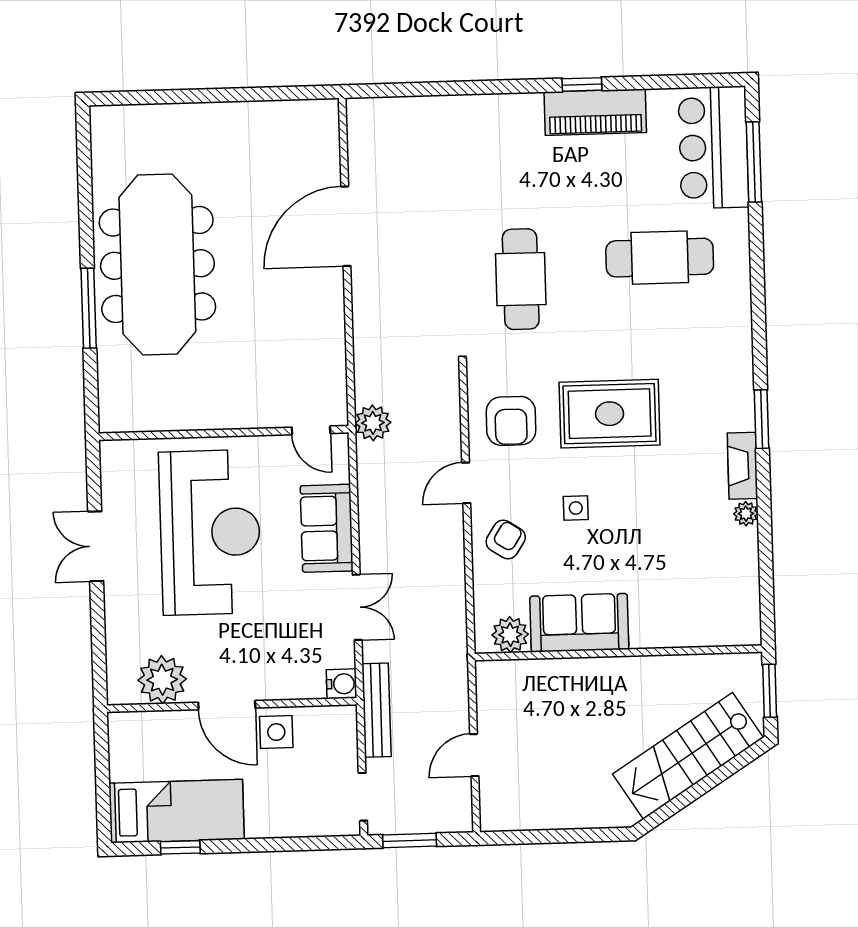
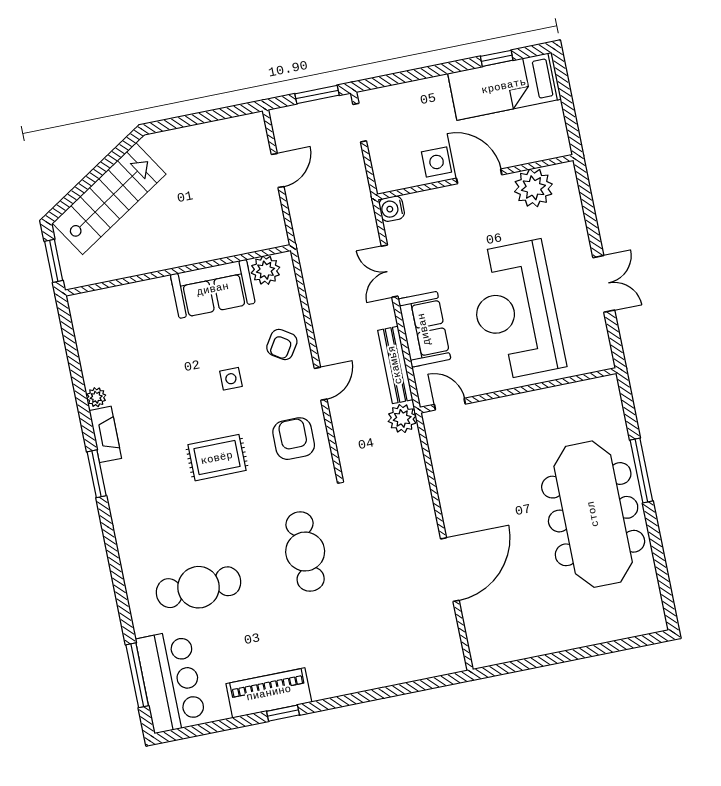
rug: (610, 414) -> (217, 458), width x0.73, depth x0.70
bench: (377, 710) -> (395, 365), moved

